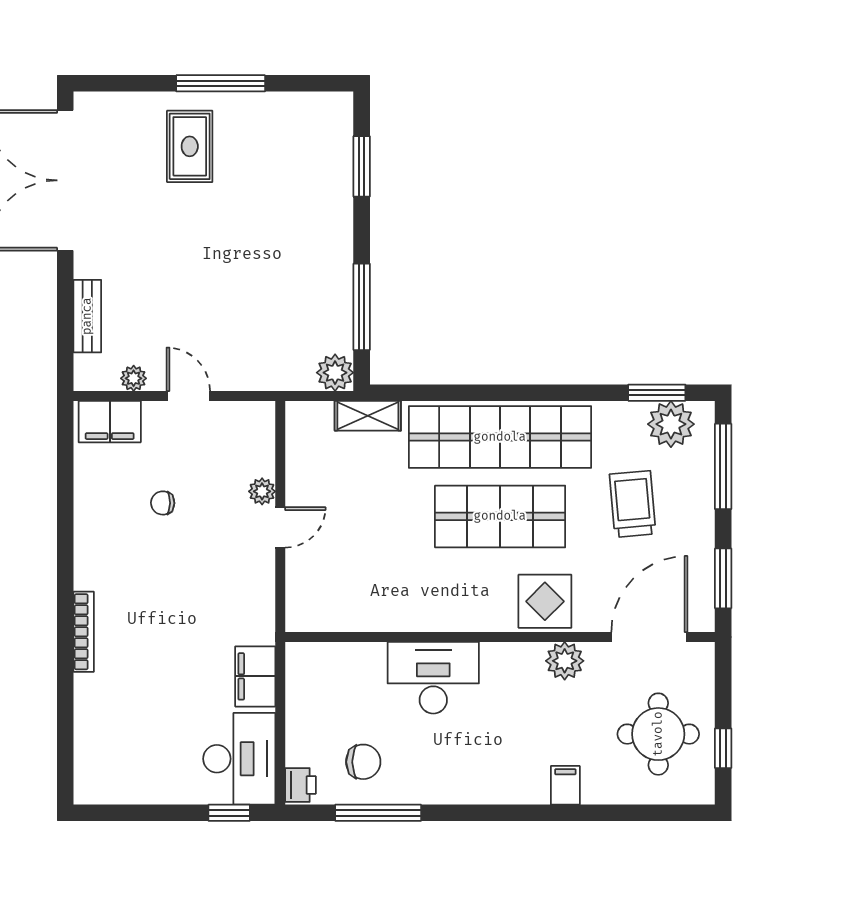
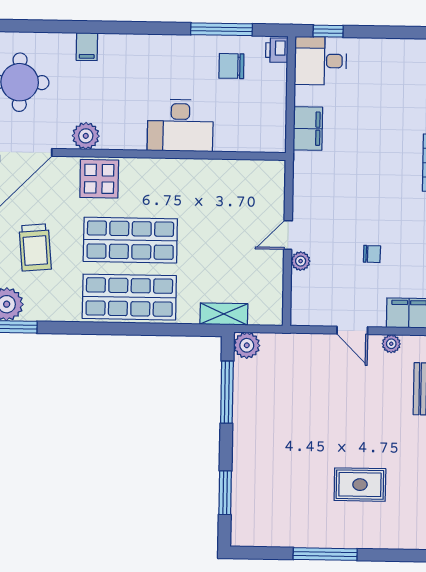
rug: (190, 146) -> (360, 485), moved, turned 90
shop shelf: (500, 437) -> (129, 297), width x0.71
desk: (239, 759) -> (320, 61), width x0.73

